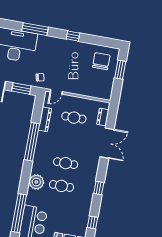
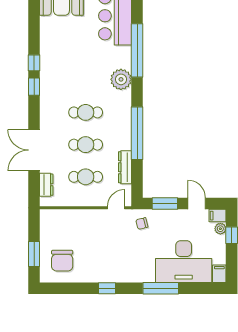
cafe table: (61, 186) -> (86, 145), moved
window: (19, 213) -> (137, 50), moved
window: (92, 222) -> (34, 63), moved

